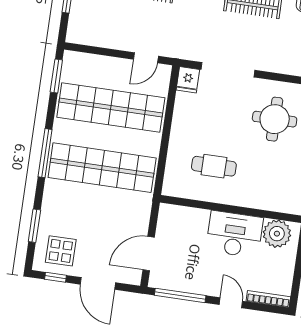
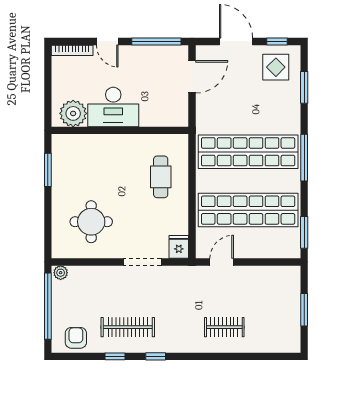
doorway: (228, 70) -> (142, 262), width x0.73
cafe table: (214, 166) -> (161, 177), moved, turned 90

